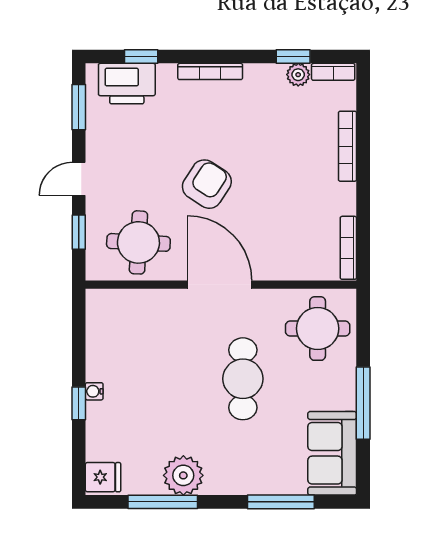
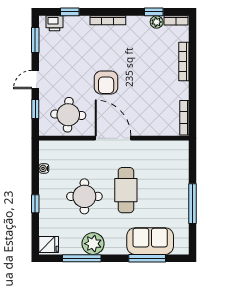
printer: (127, 84) -> (55, 23), width x0.53, depth x0.68
armchair: (207, 184) -> (106, 82), turned 147
round table: (318, 329) -> (84, 196), moved
water cooler: (94, 391) -> (44, 168), moved
sofa: (332, 453) -> (150, 241), moved, turned 90

